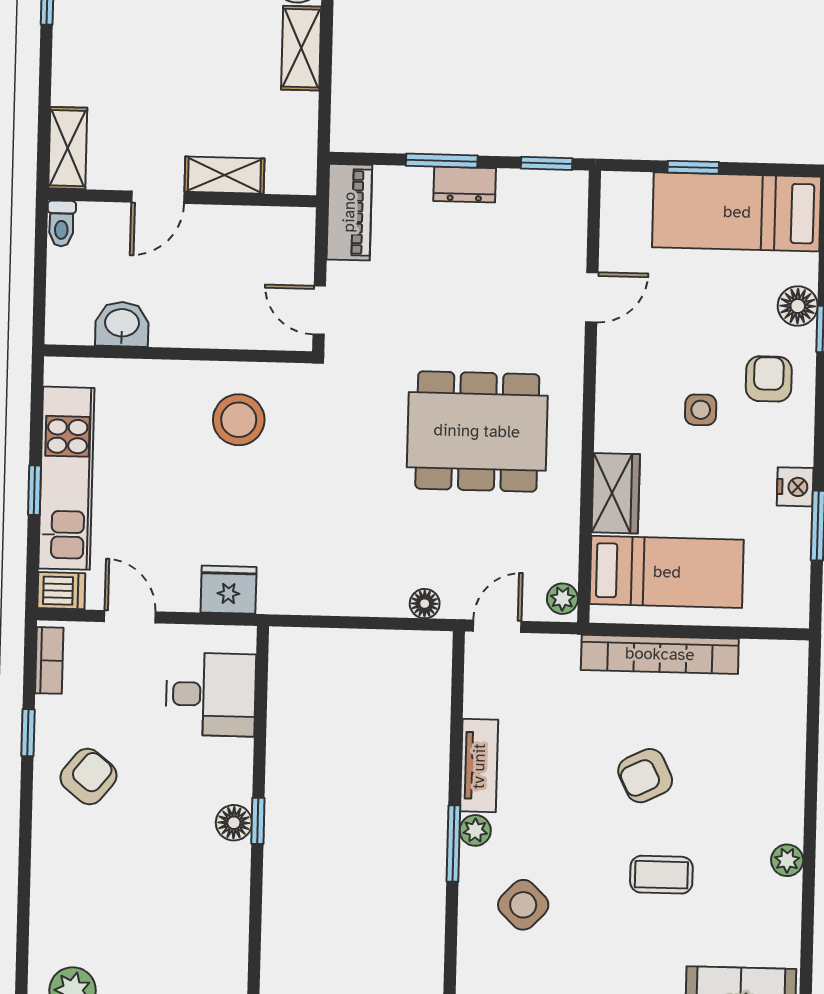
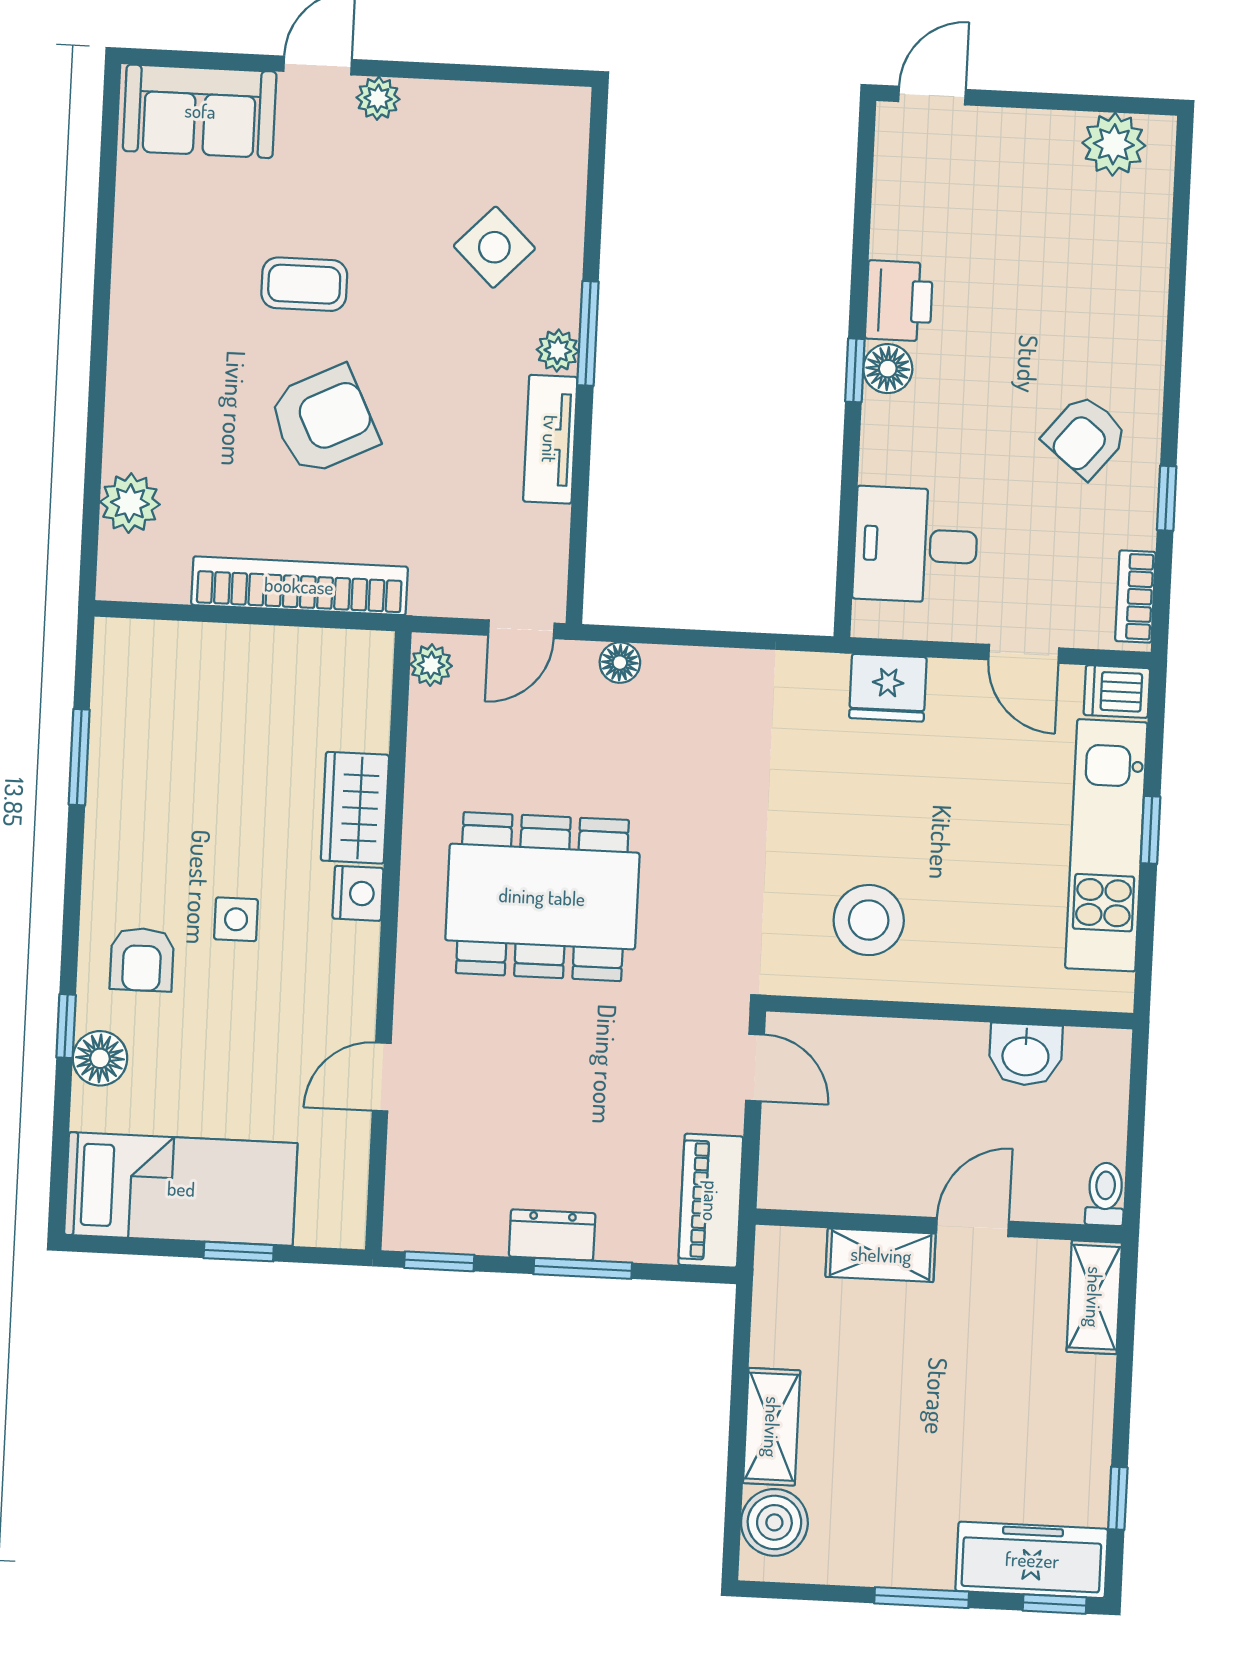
nightstand: (795, 487) -> (358, 893), moved, turned 180
bed: (667, 572) -> (288, 699), removed
armchair: (645, 776) -> (323, 420), width x1.38, depth x1.38
plant: (787, 860) -> (130, 503), moved, width x1.38, depth x1.38
printer: (227, 872) -> (899, 301), added

